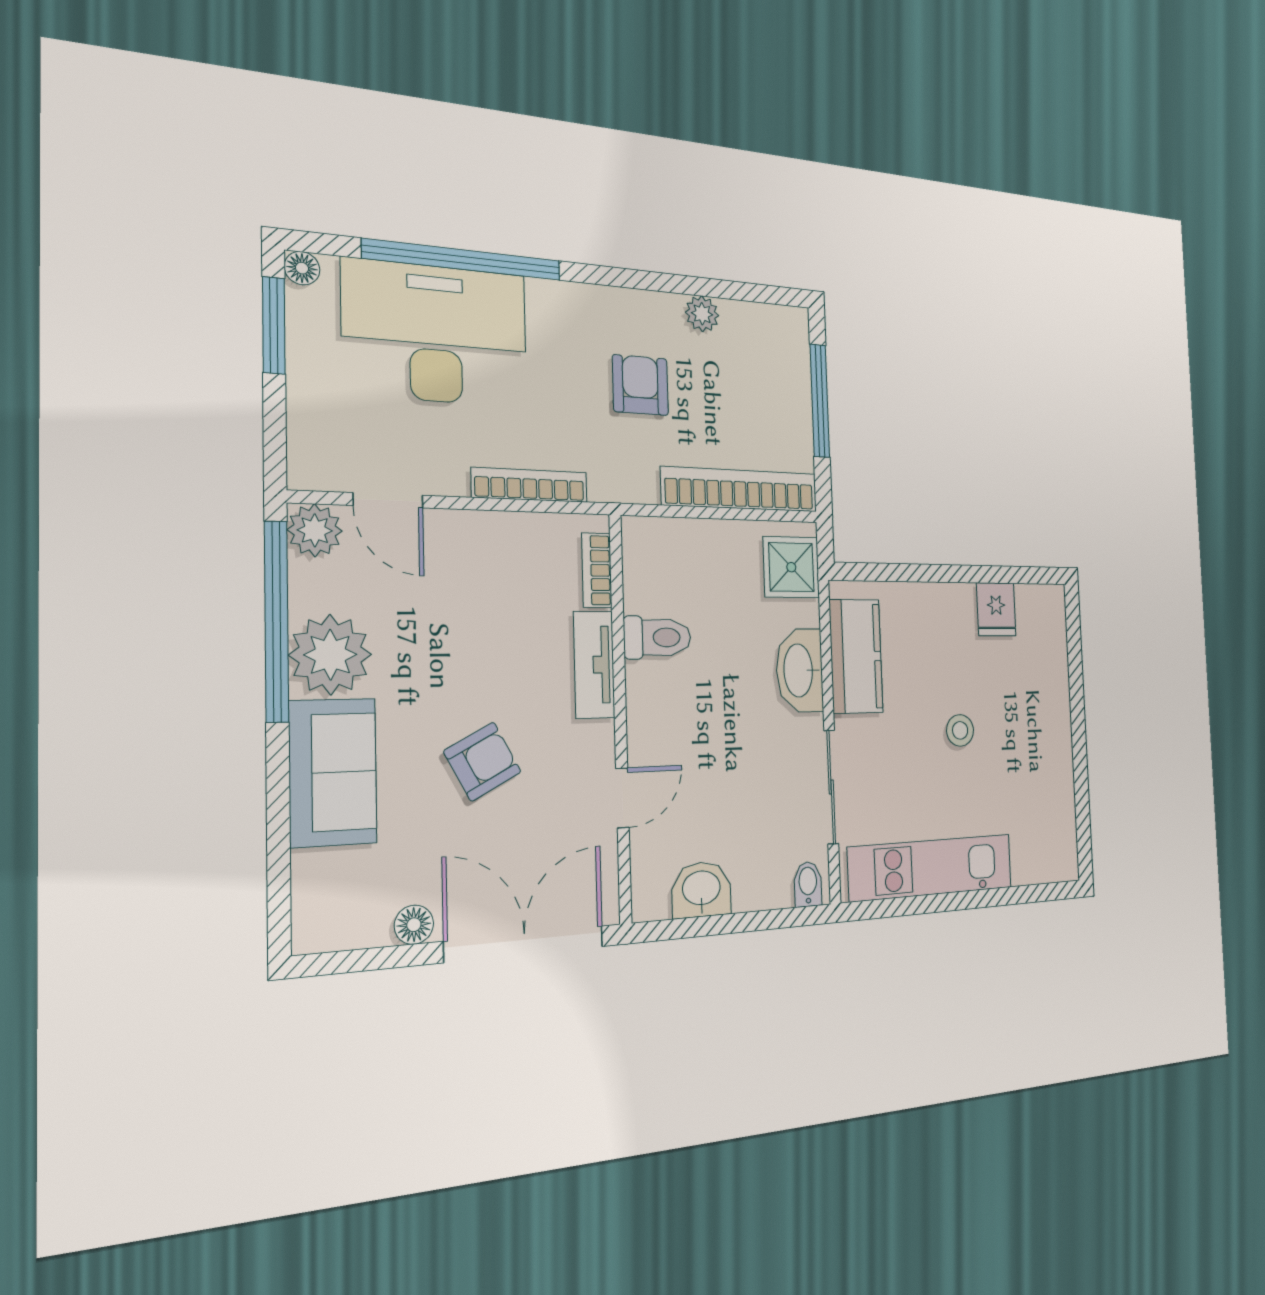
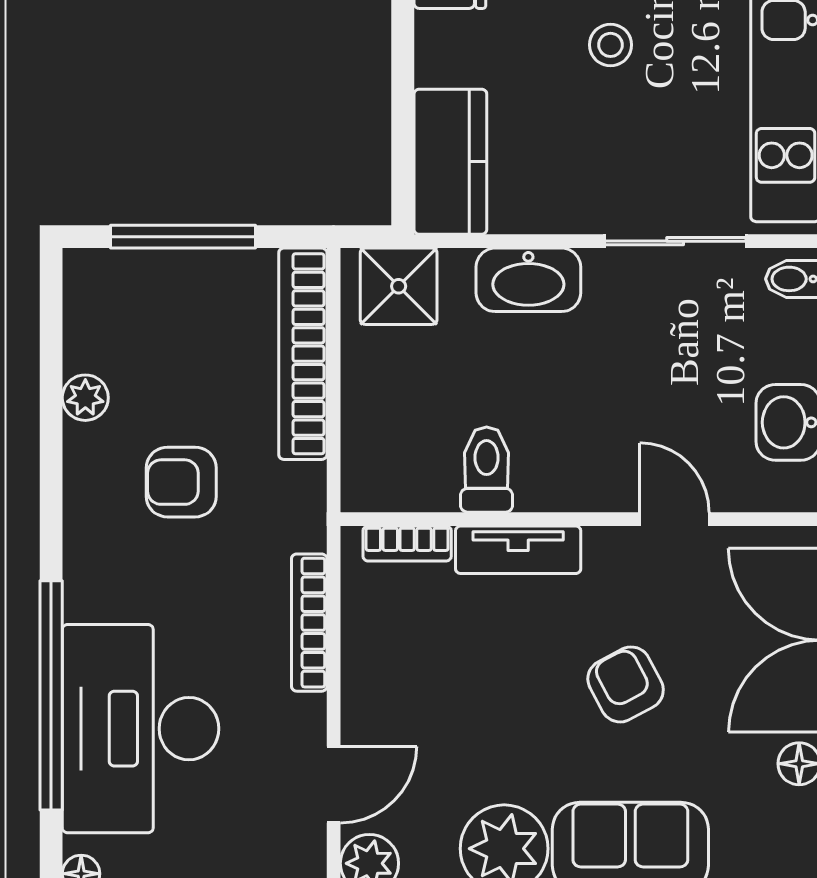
kitchen counter: (856, 656) -> (450, 162), moved, turned 90

